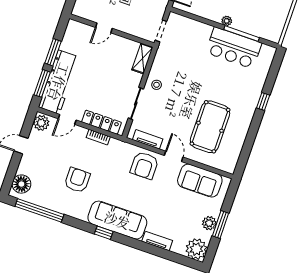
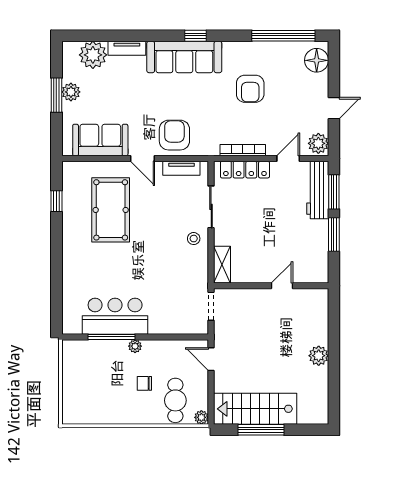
workbench: (59, 82) -> (318, 190), width x0.73, depth x0.76
window: (263, 102) -> (56, 201), moved
bookcase: (98, 137) -> (243, 150), width x1.56
plant: (196, 249) -> (93, 55), moved

